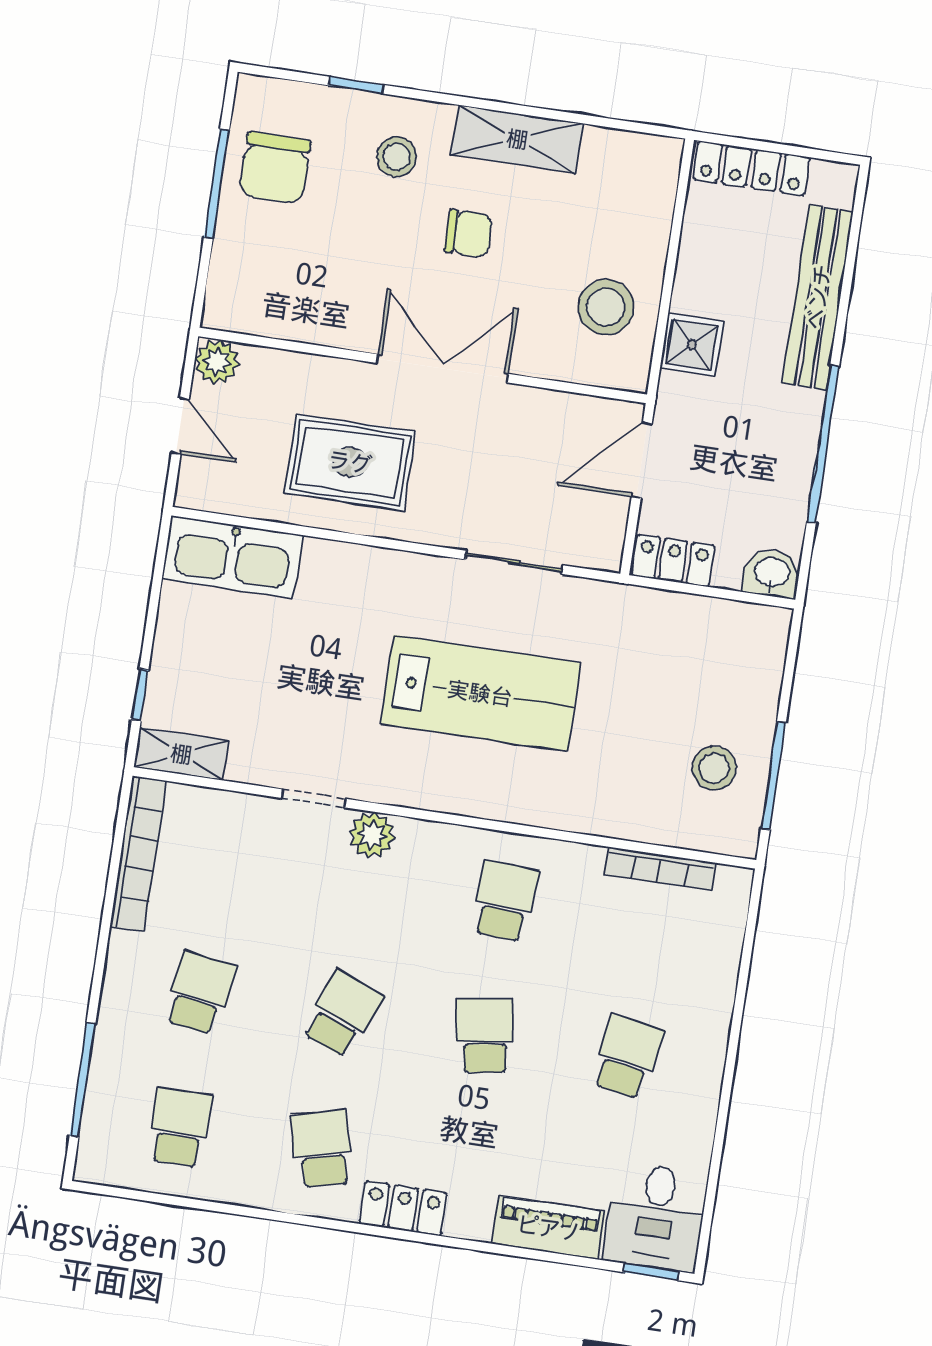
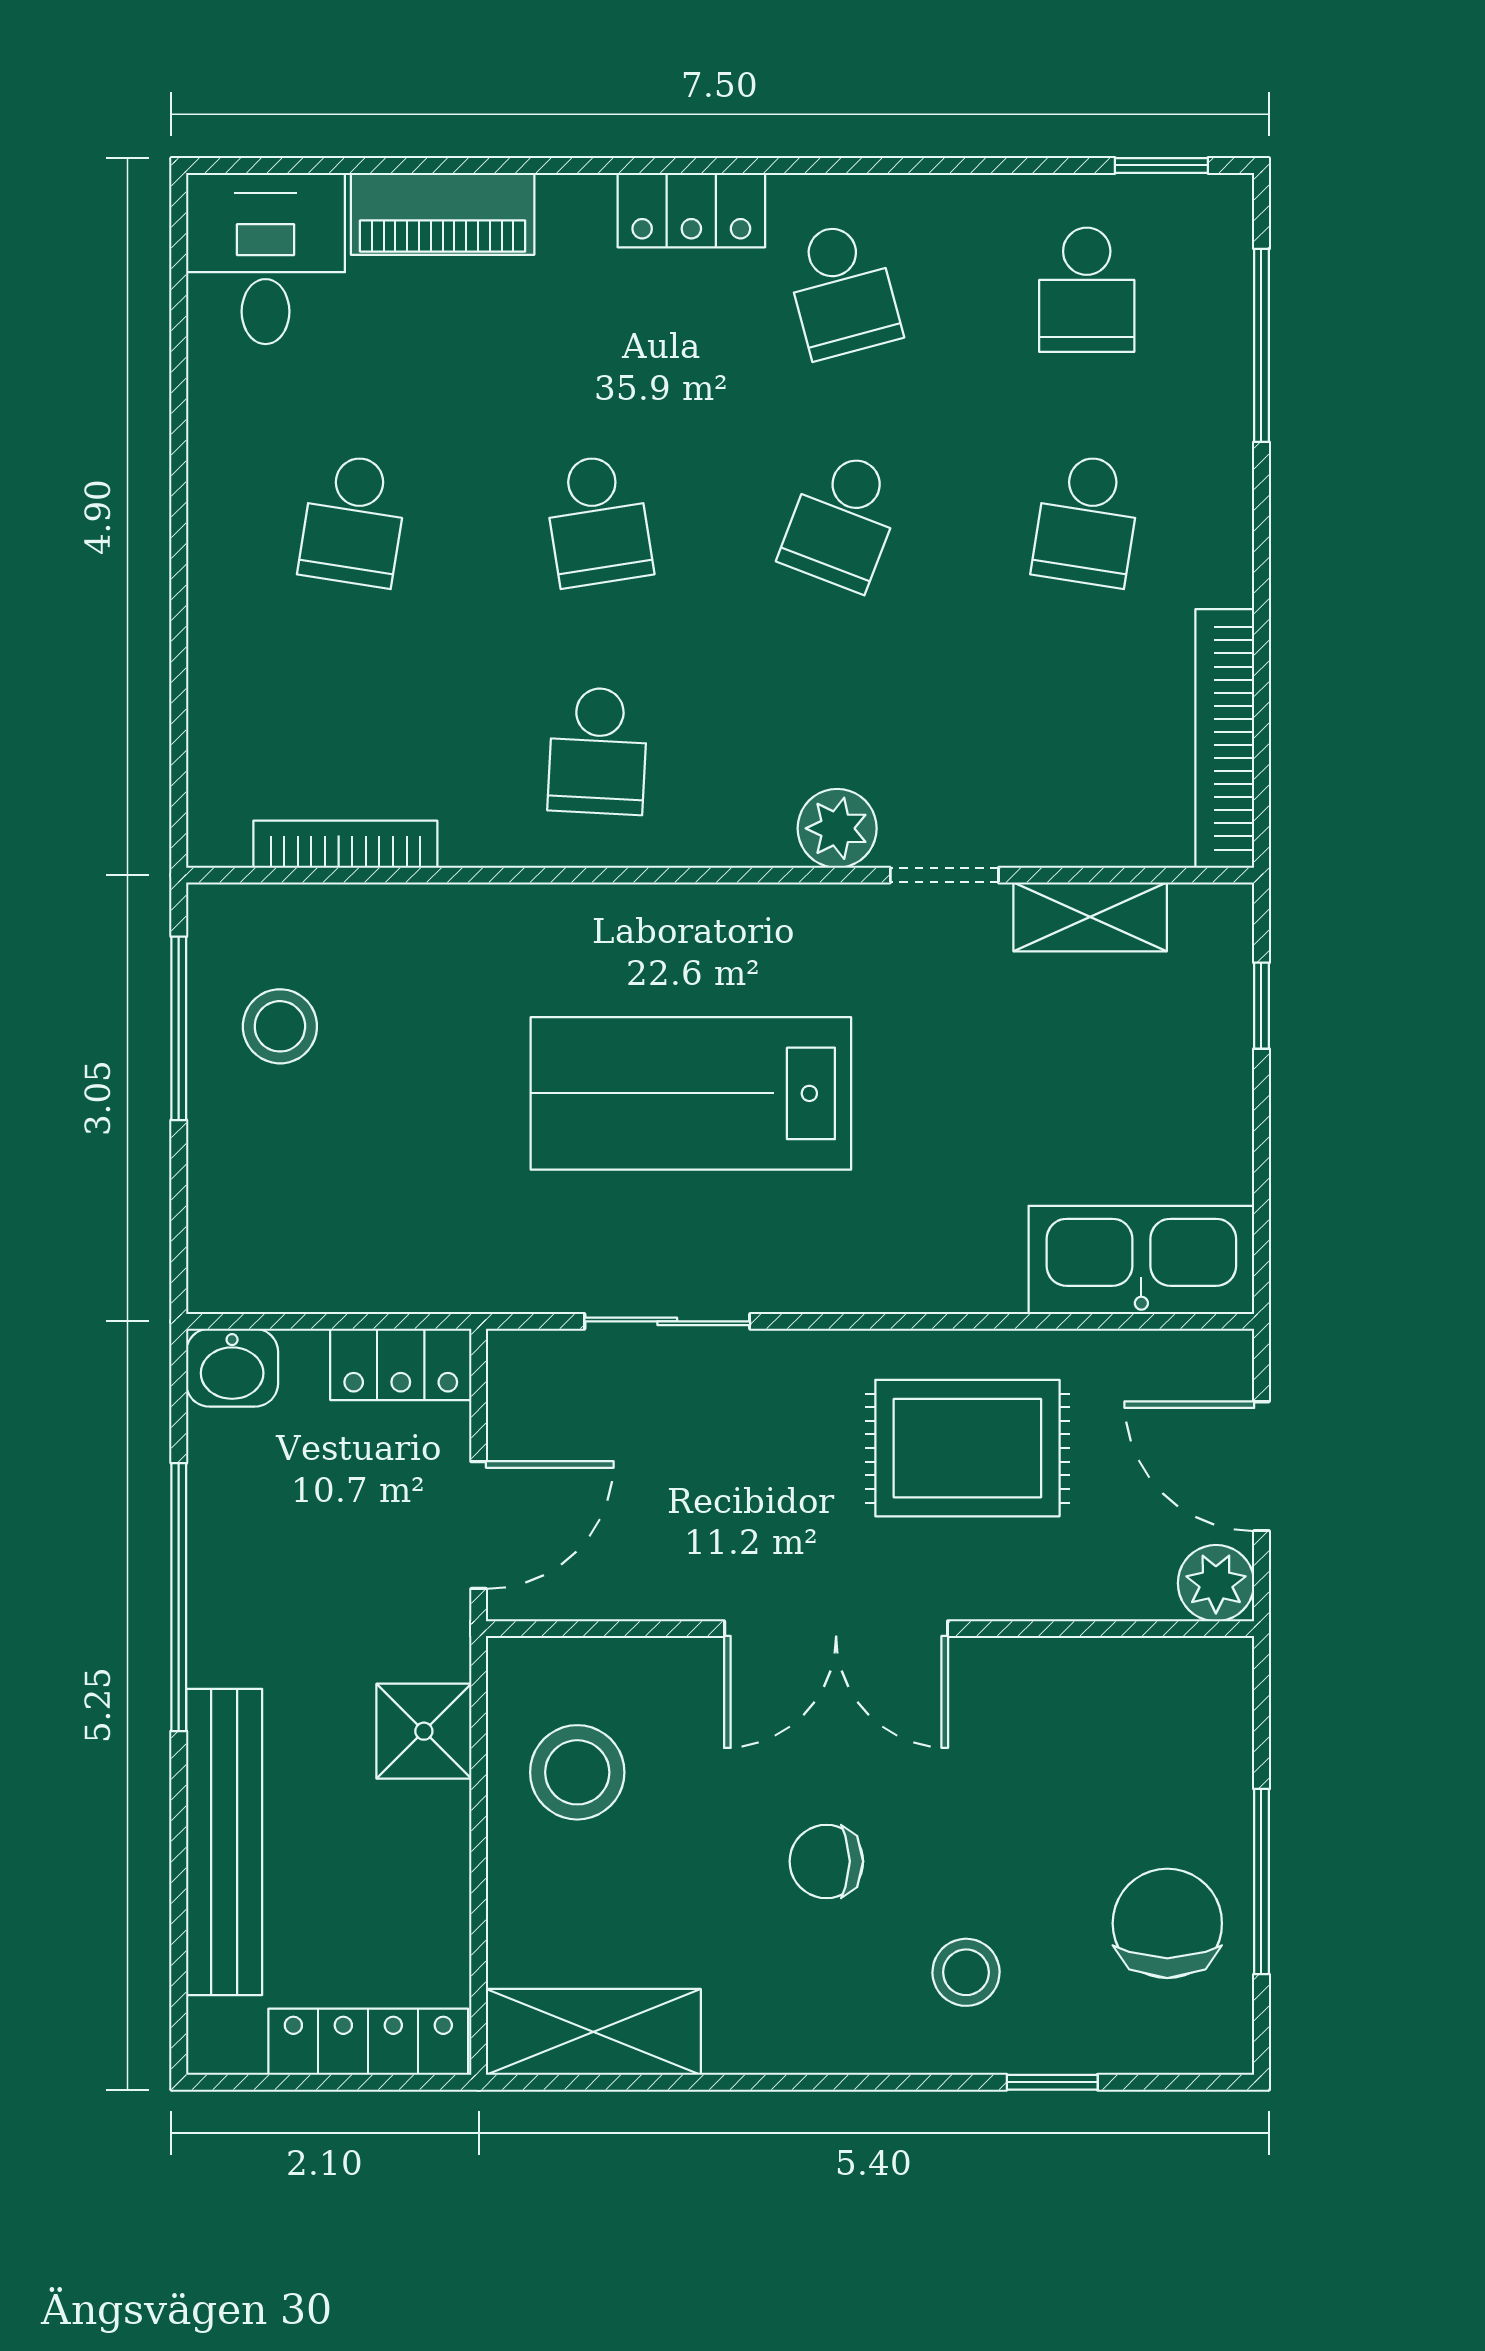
shelving: (517, 139) -> (593, 2032), moved
door: (180, 426) -> (1261, 1466), width x1.38
shelving: (181, 754) -> (1090, 917), moved
window: (651, 1272) -> (1161, 165), moved

